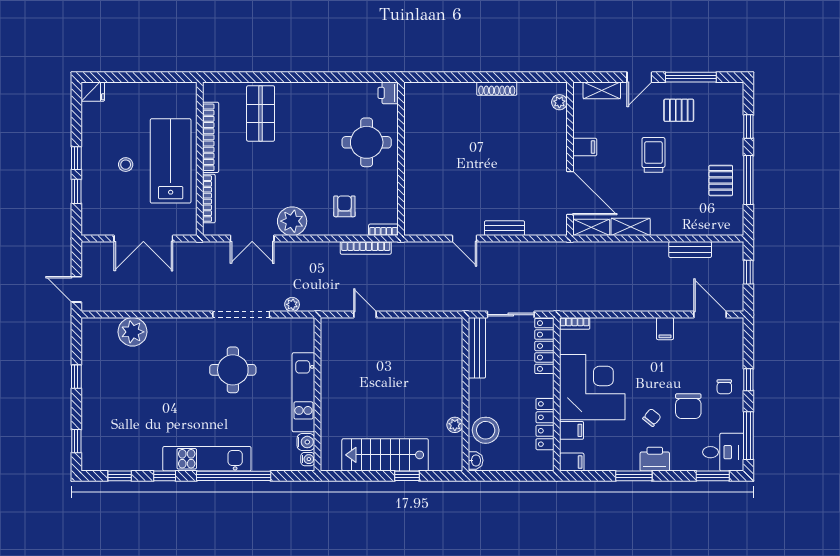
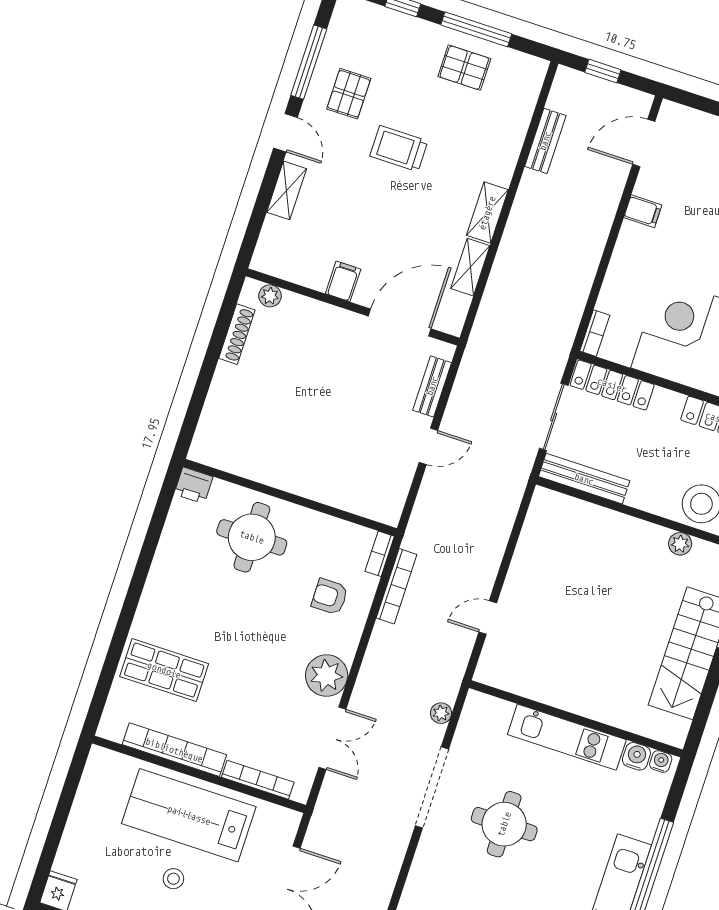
plant: (559, 102) -> (270, 296), moved
filing cabinet: (585, 147) -> (343, 281), moved
wall: (570, 159) -> (353, 307), moved
door: (570, 193) -> (400, 322), moved

